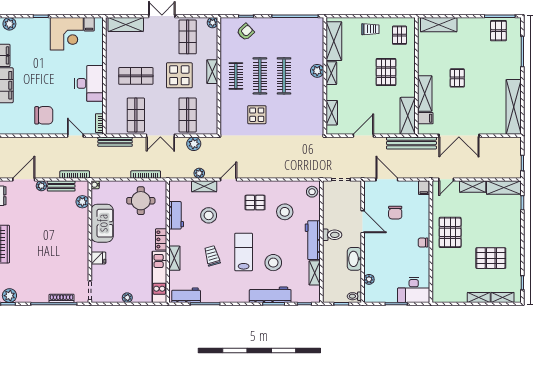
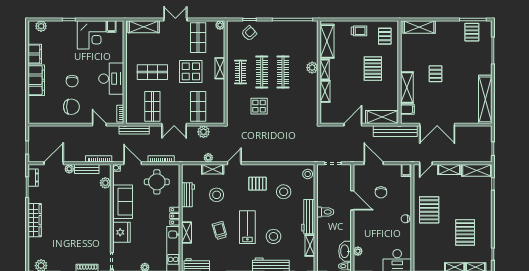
chair: (45, 86) -> (72, 81), added
shelving: (332, 113) -> (325, 91), moved
shelving: (408, 116) -> (382, 117), moved, turned 90
door: (113, 179) -> (133, 163), added
fridge: (98, 258) -> (122, 232), width x1.88, depth x1.34
pallet: (491, 258) -> (465, 232), turned 90
washbasin: (354, 259) -> (345, 251), moved

